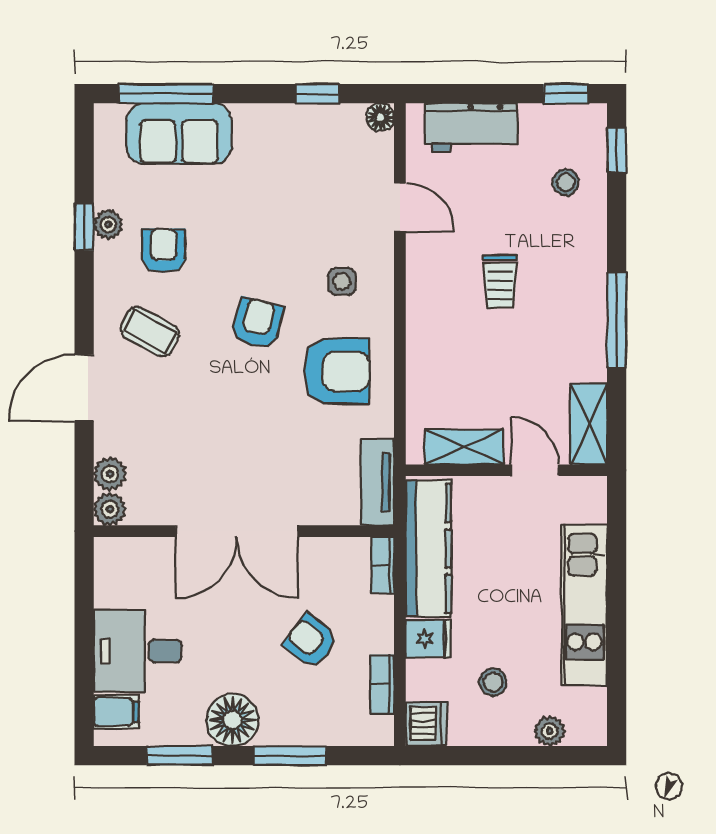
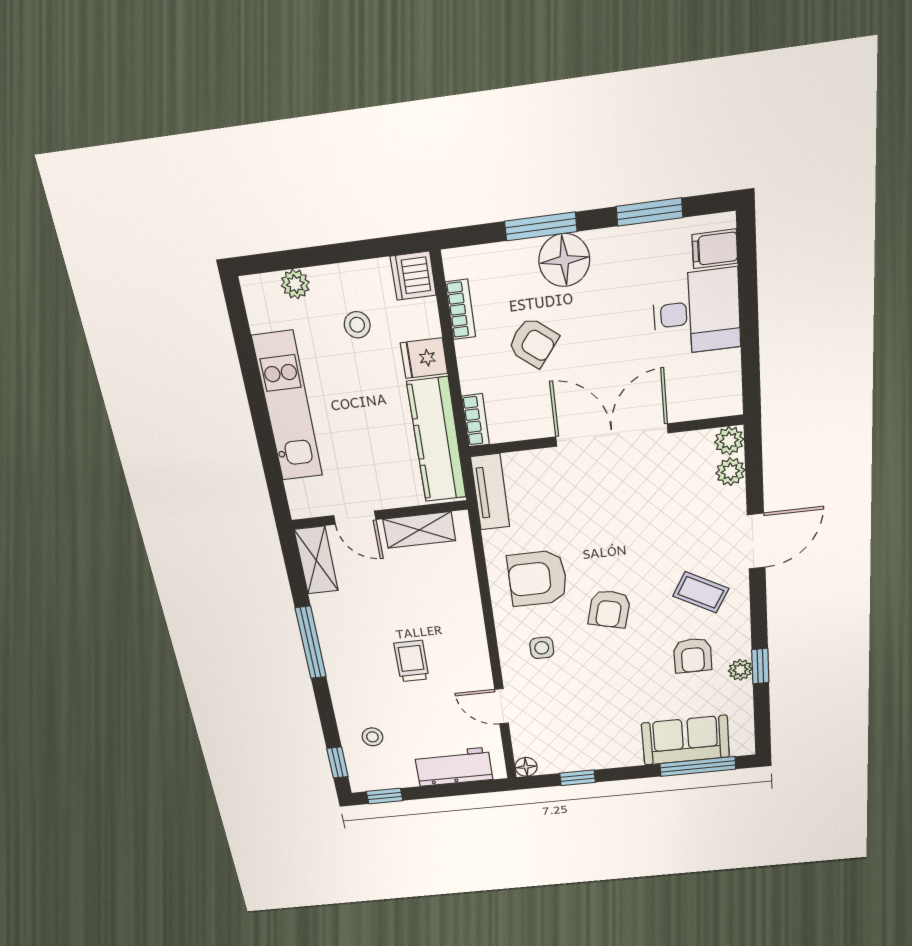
floor lamp: (233, 720) -> (564, 260), moved

